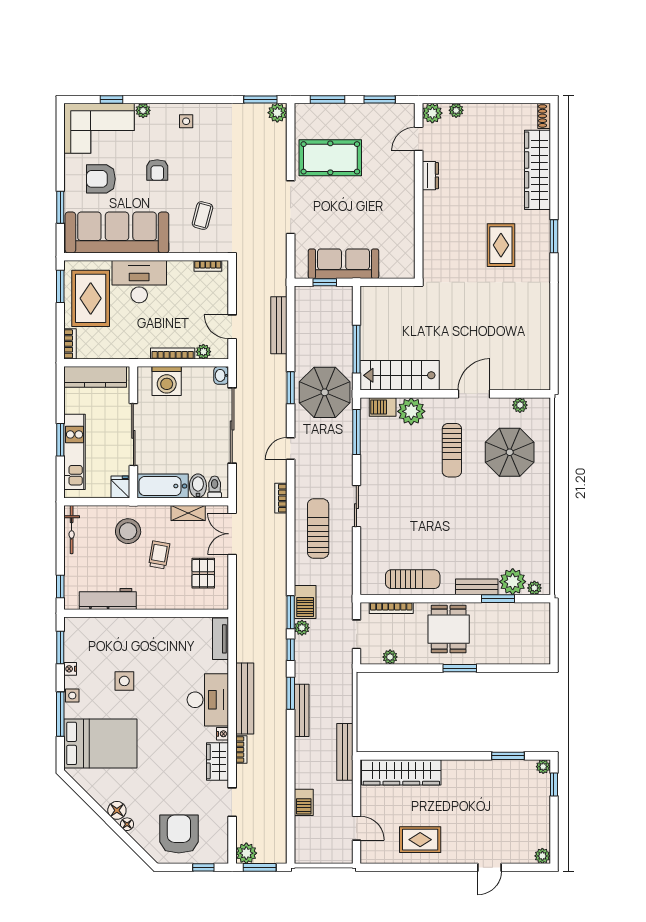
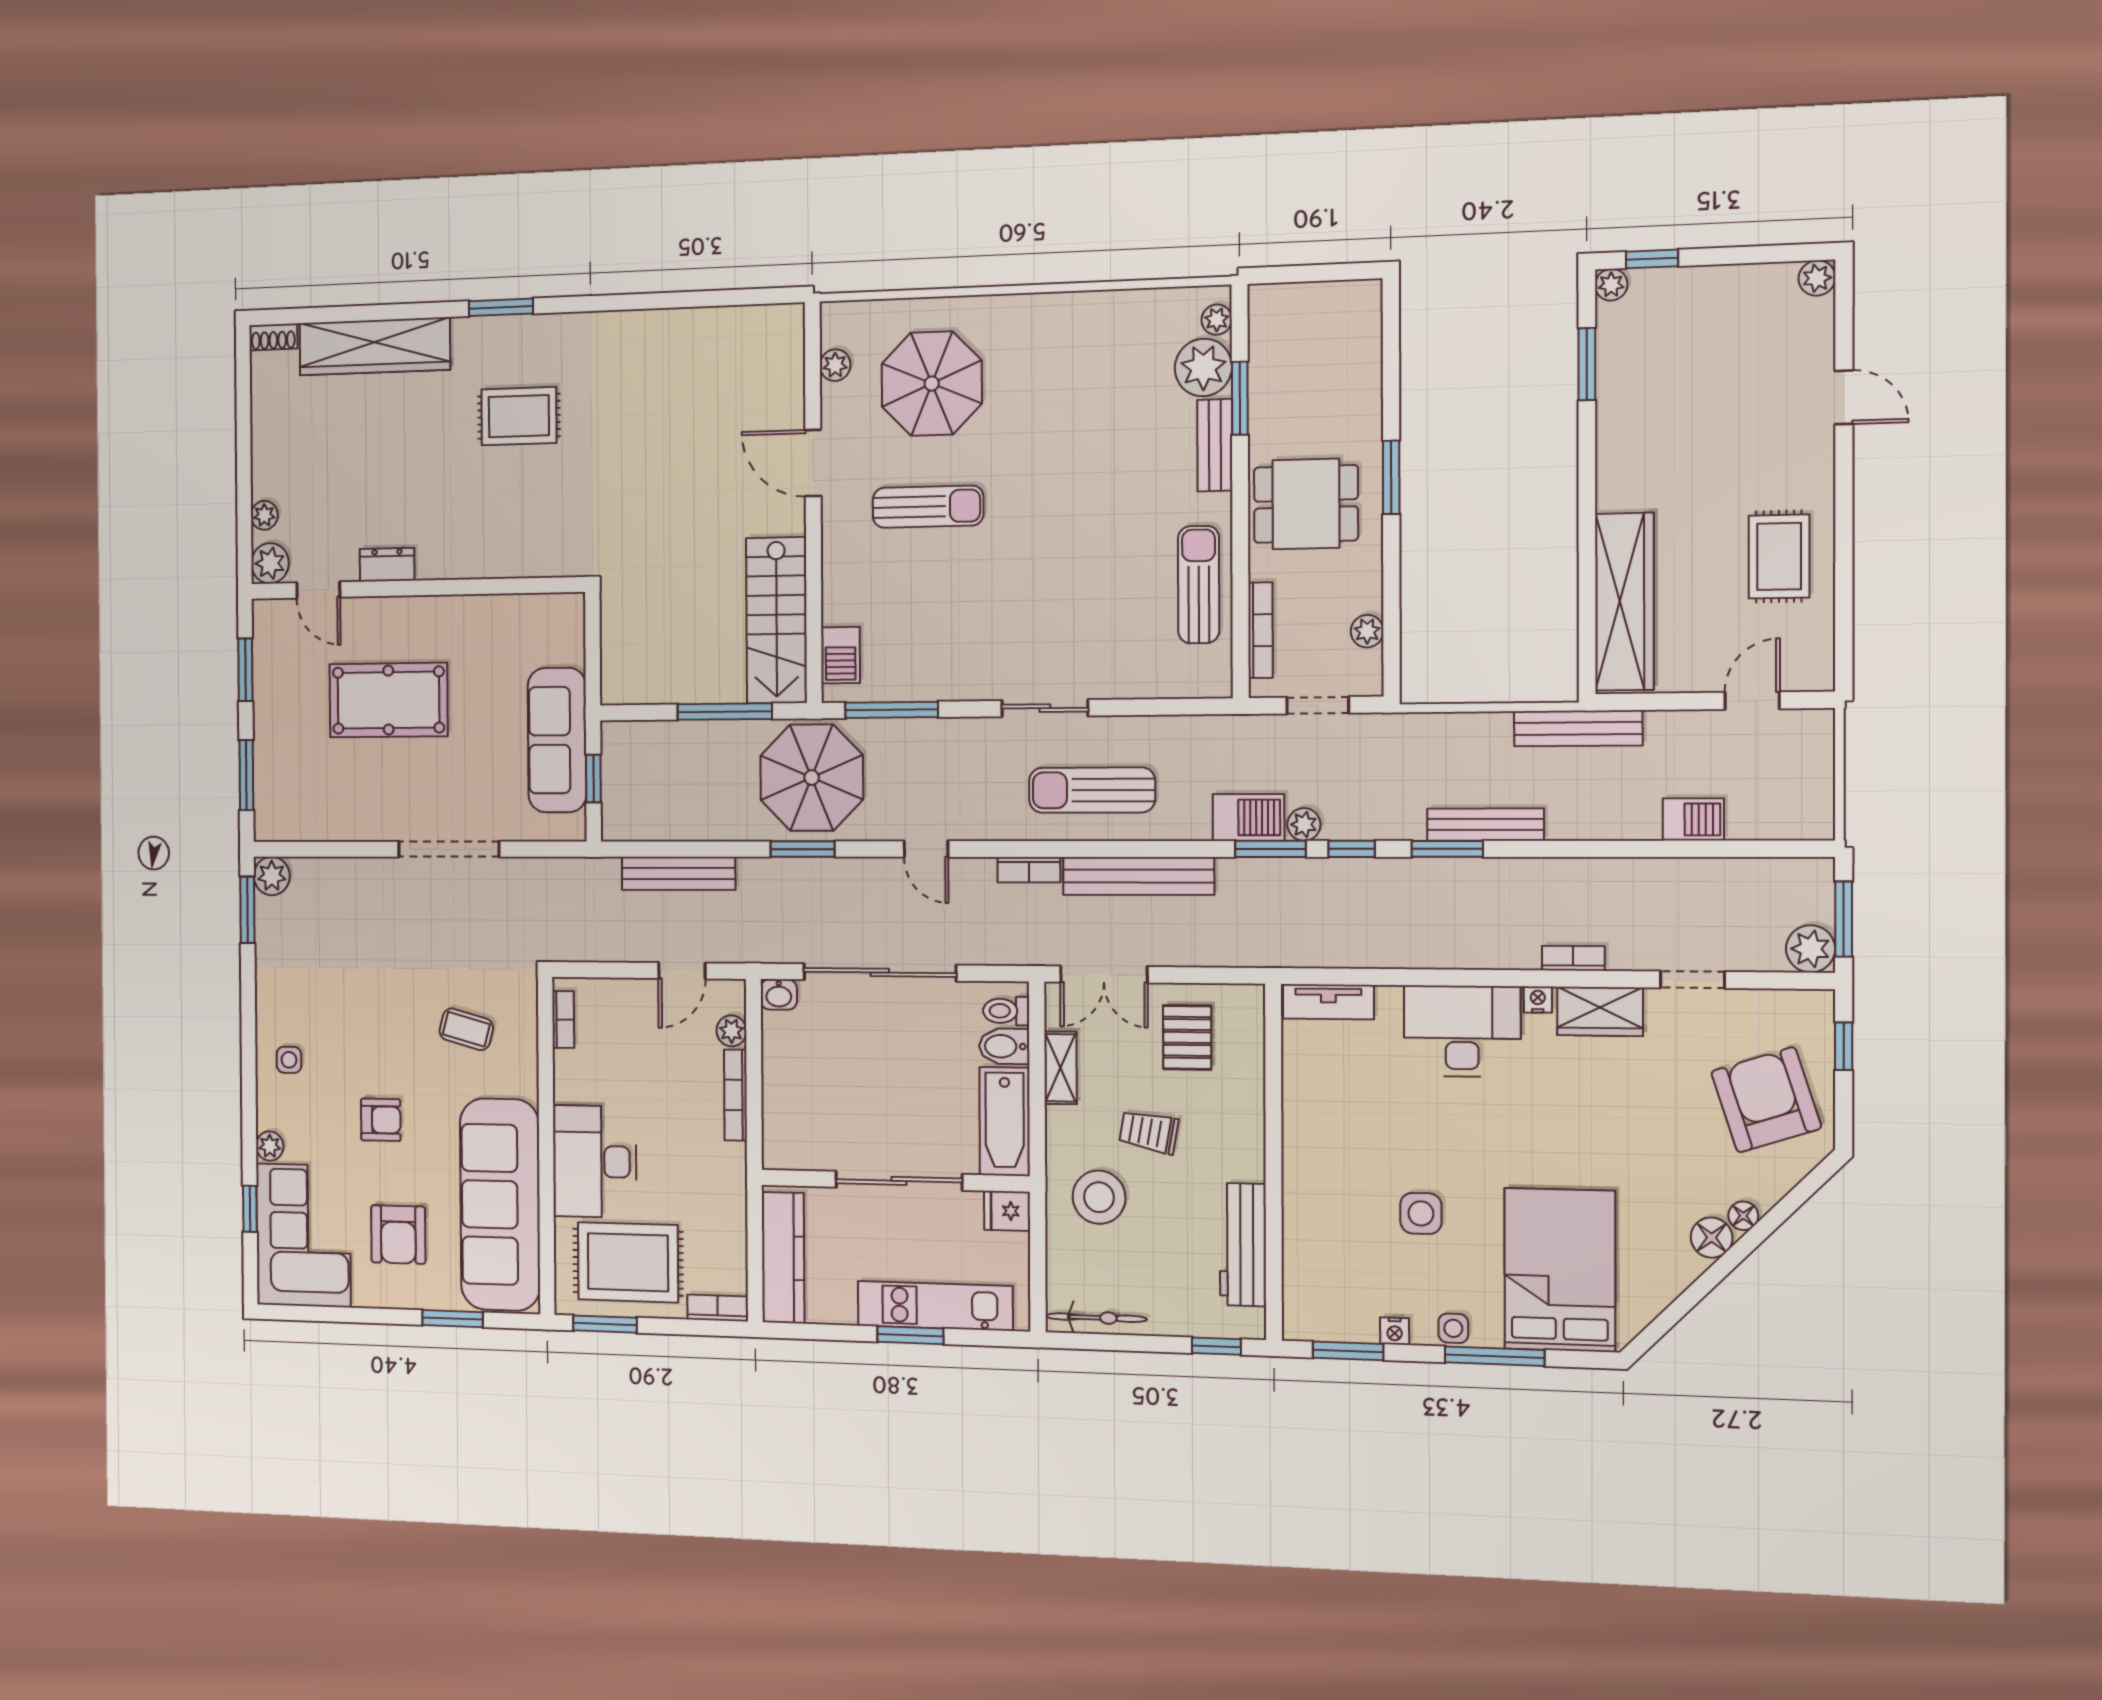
pool table: (330, 158) -> (388, 700), moved, turned 90
washing machine: (167, 381) -> (791, 1109), removed
plant: (411, 411) -> (849, 595), removed
pallet: (203, 573) -> (1187, 1037), turned 90
bench: (245, 699) -> (1138, 876), moved
armchair: (179, 834) -> (1766, 1100), turned 72

